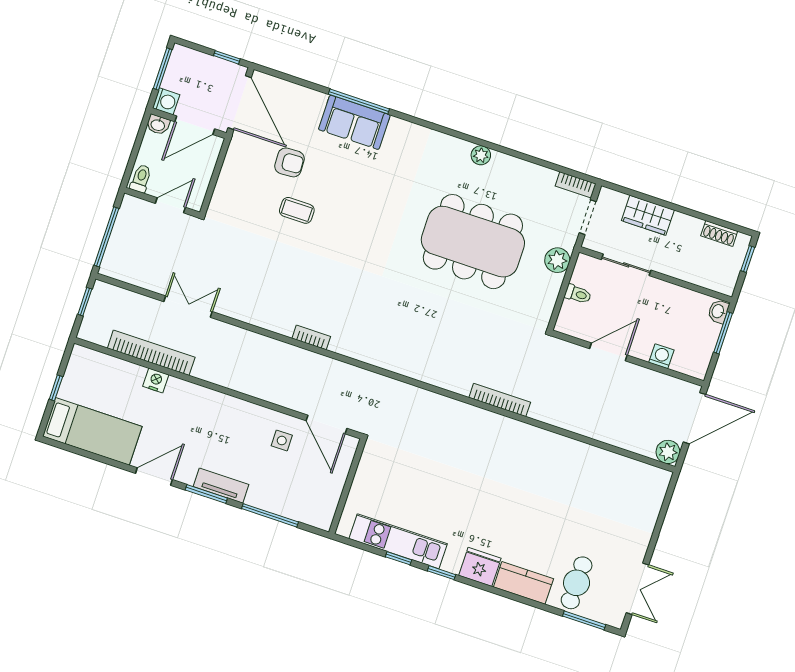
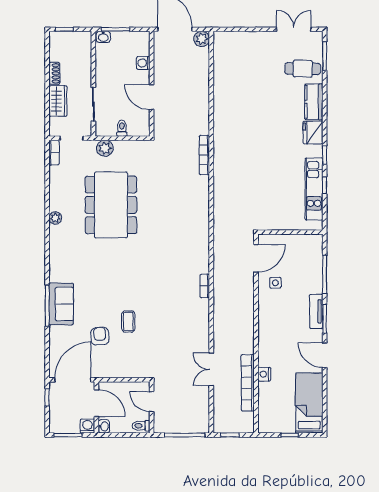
shoe rack: (719, 233) -> (54, 73), moved

